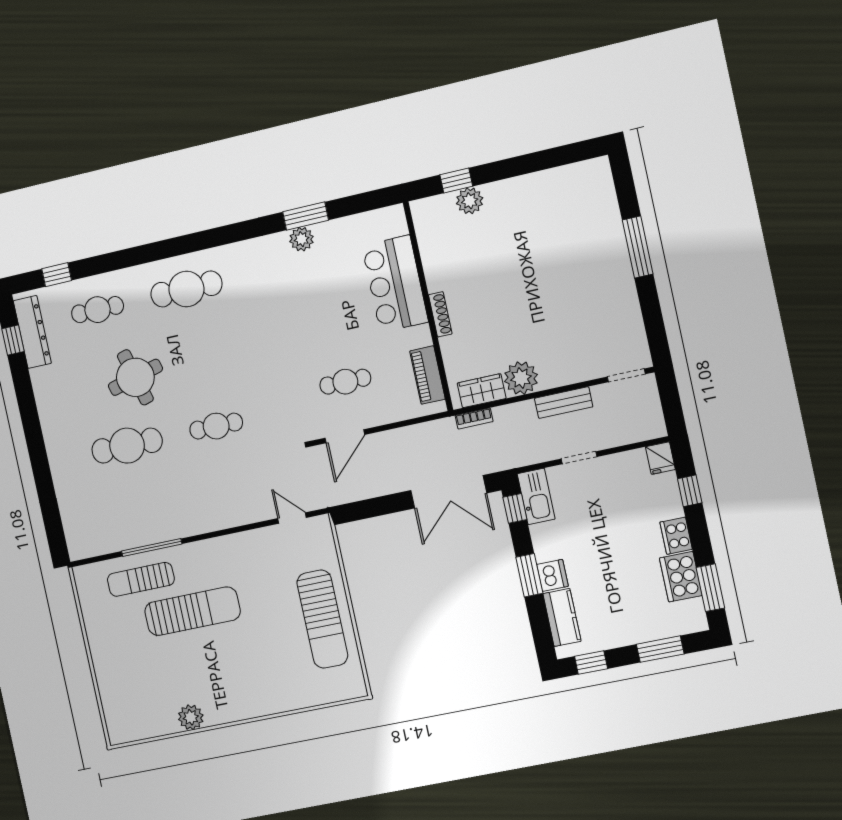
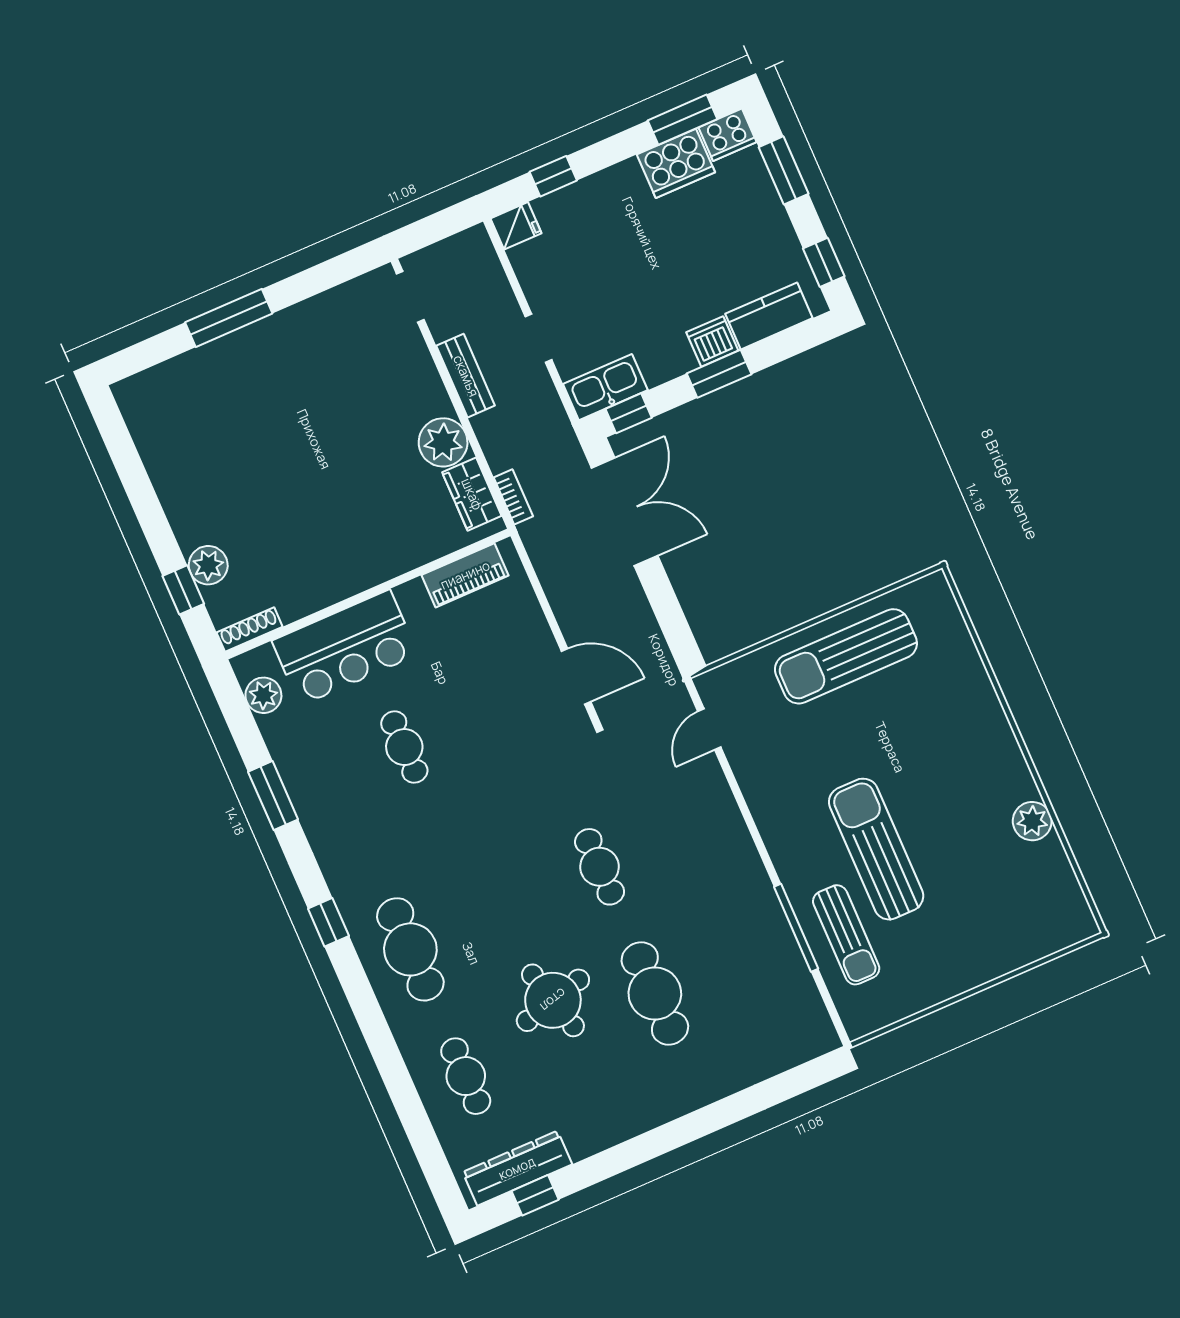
plant: (302, 239) -> (263, 695), moved
window: (57, 275) -> (328, 922), moved
shoe rack: (440, 314) -> (250, 630), moved
cafe table: (345, 382) -> (404, 747), moved
cooker: (676, 536) -> (727, 135), moved
sun lounger: (322, 619) -> (846, 656), turned 180

